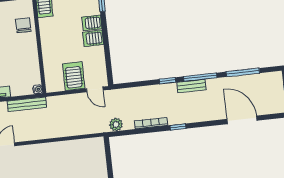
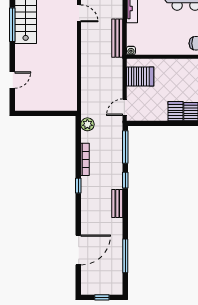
server rack: (74, 76) -> (140, 77), moved
window: (200, 77) -> (125, 147), moved

